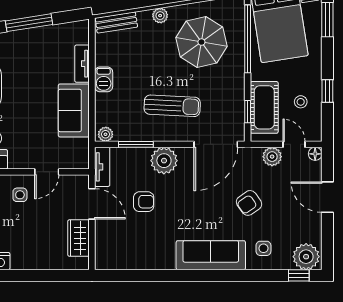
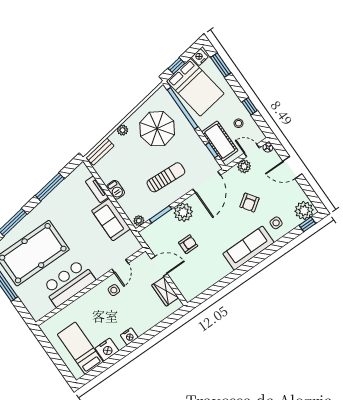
tv unit: (102, 167) -> (150, 241), removed

